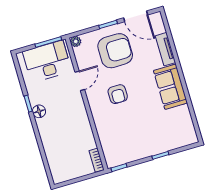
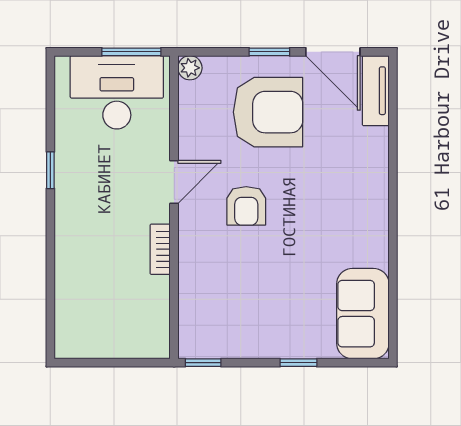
tv unit: (165, 49) -> (376, 91), moved
door: (80, 81) -> (174, 182), moved
sofa: (170, 87) -> (363, 314), moved
floor lamp: (39, 111) -> (68, 193), removed
bookcase: (97, 160) -> (160, 249), moved

